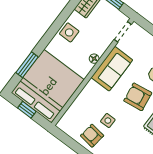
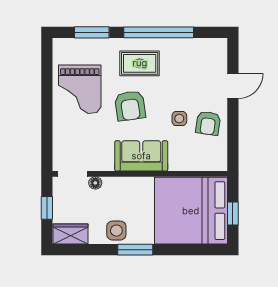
floor lamp: (94, 59) -> (95, 183), moved
window: (27, 65) -> (135, 250), moved
sofa: (112, 69) -> (141, 156), moved

